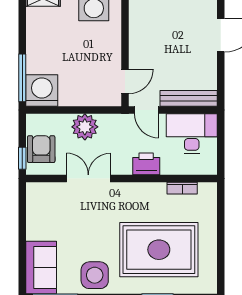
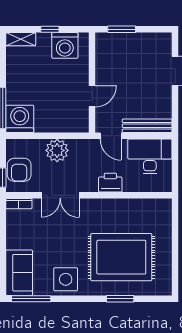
door: (125, 81) -> (92, 96), moved
armchair: (41, 149) -> (19, 170), turned 180
double door: (88, 179) -> (60, 195), swing flipped
bookcase: (182, 188) -> (19, 204), moved

